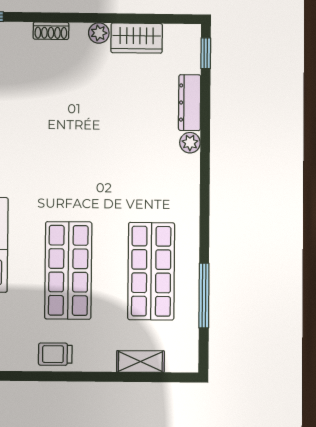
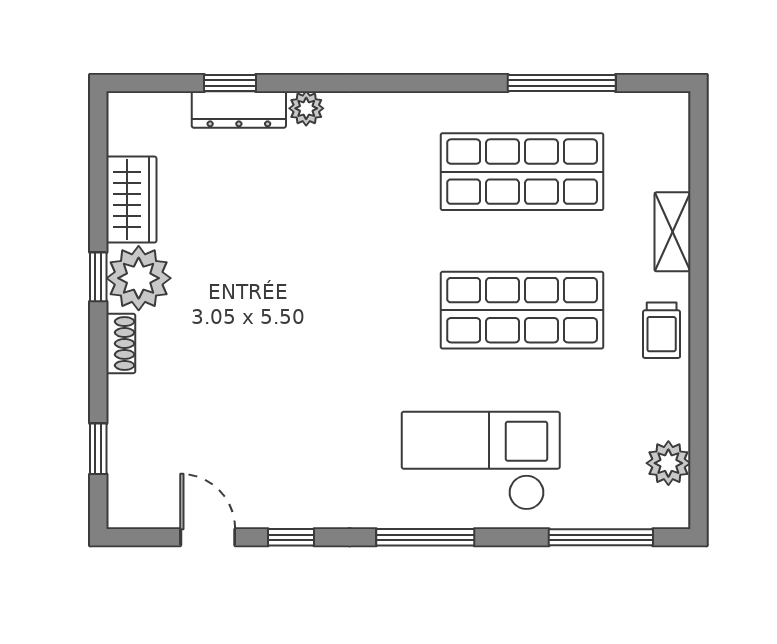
window: (91, 18) -> (98, 277), added
plant: (99, 33) -> (139, 278), width x1.88, depth x1.88
window: (206, 53) -> (230, 83), moved
shelving: (140, 361) -> (673, 232), moved

